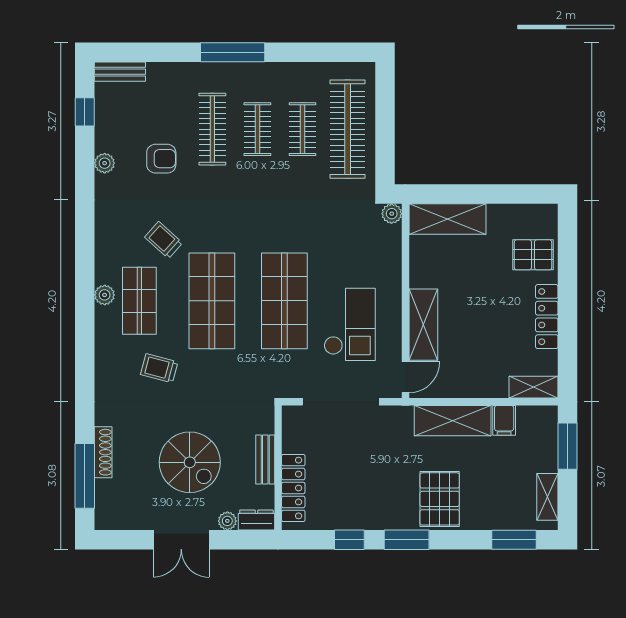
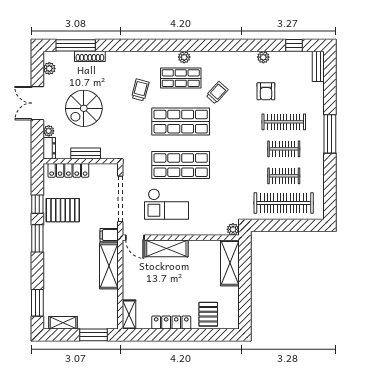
filing cabinet: (504, 420) -> (109, 235), moved
pallet: (440, 499) -> (63, 210), moved
plant: (123, 520) -> (49, 68), added

